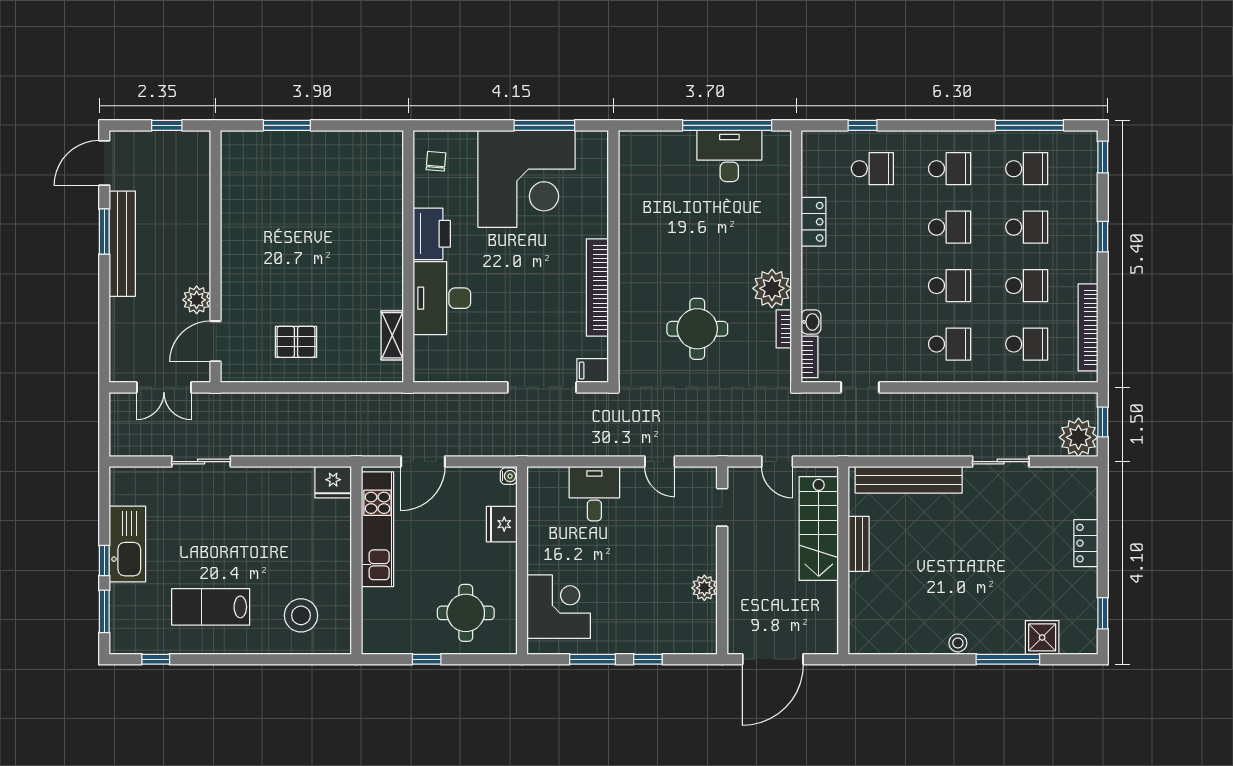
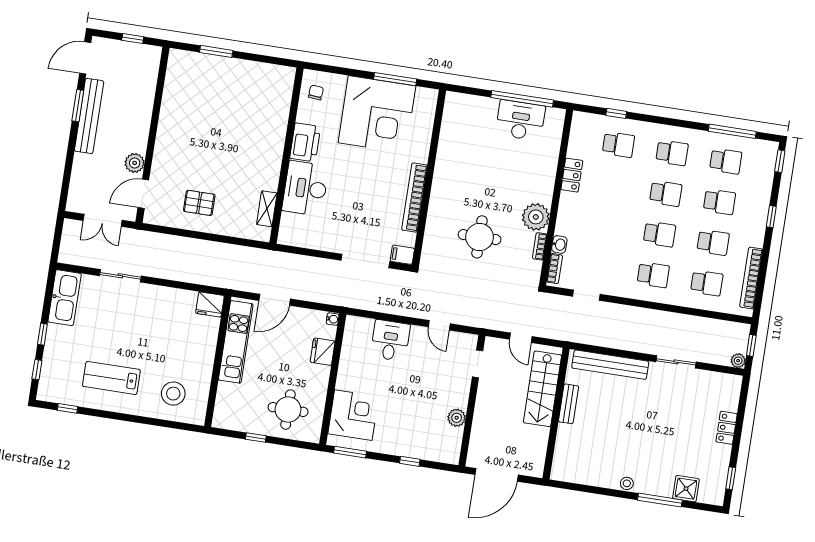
plant: (1078, 437) -> (738, 361), width x0.53, depth x0.53
kitchen sink: (127, 544) -> (65, 298), moved
window: (104, 611) -> (37, 370), width x0.67
window: (593, 659) -> (350, 452), moved

